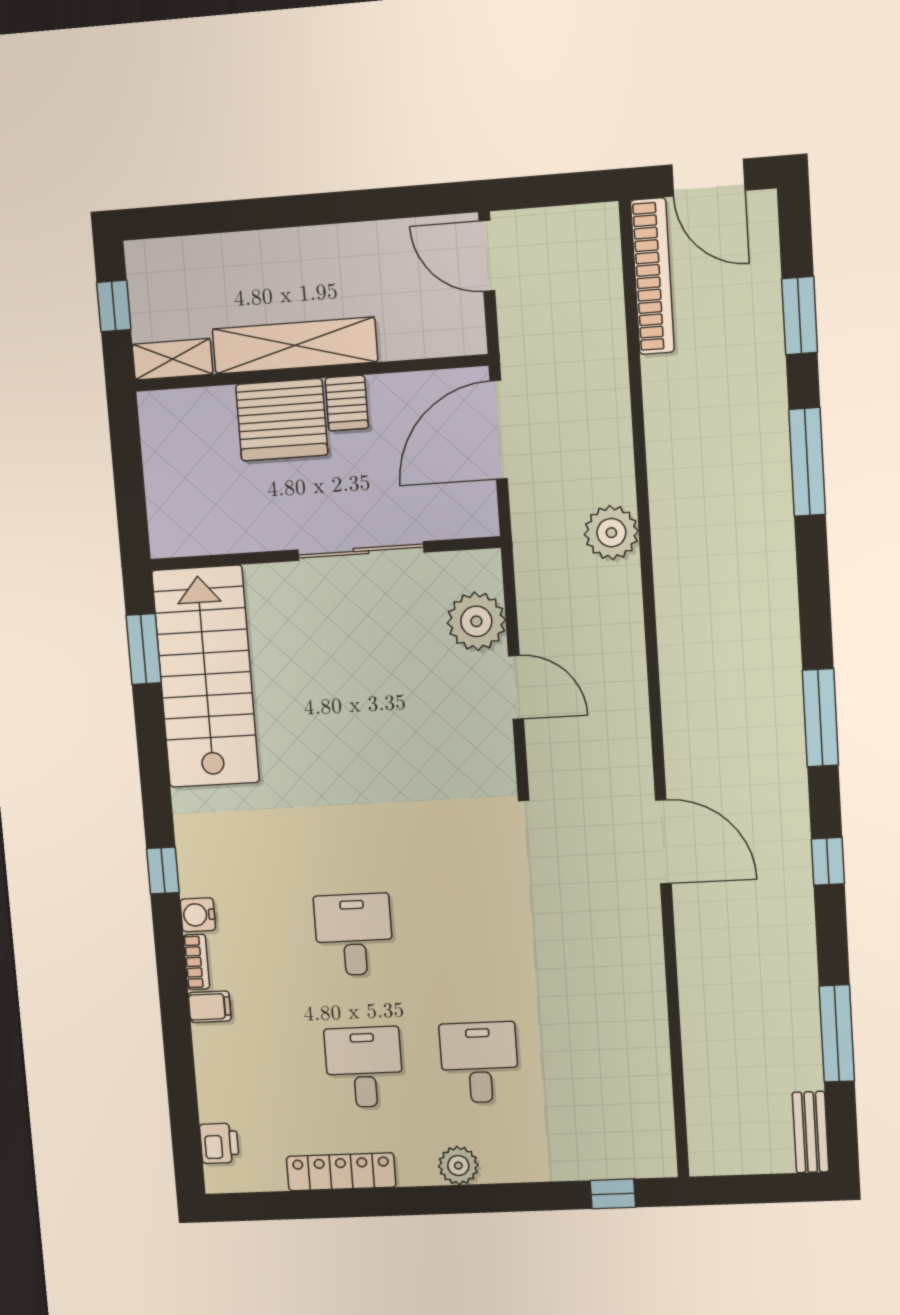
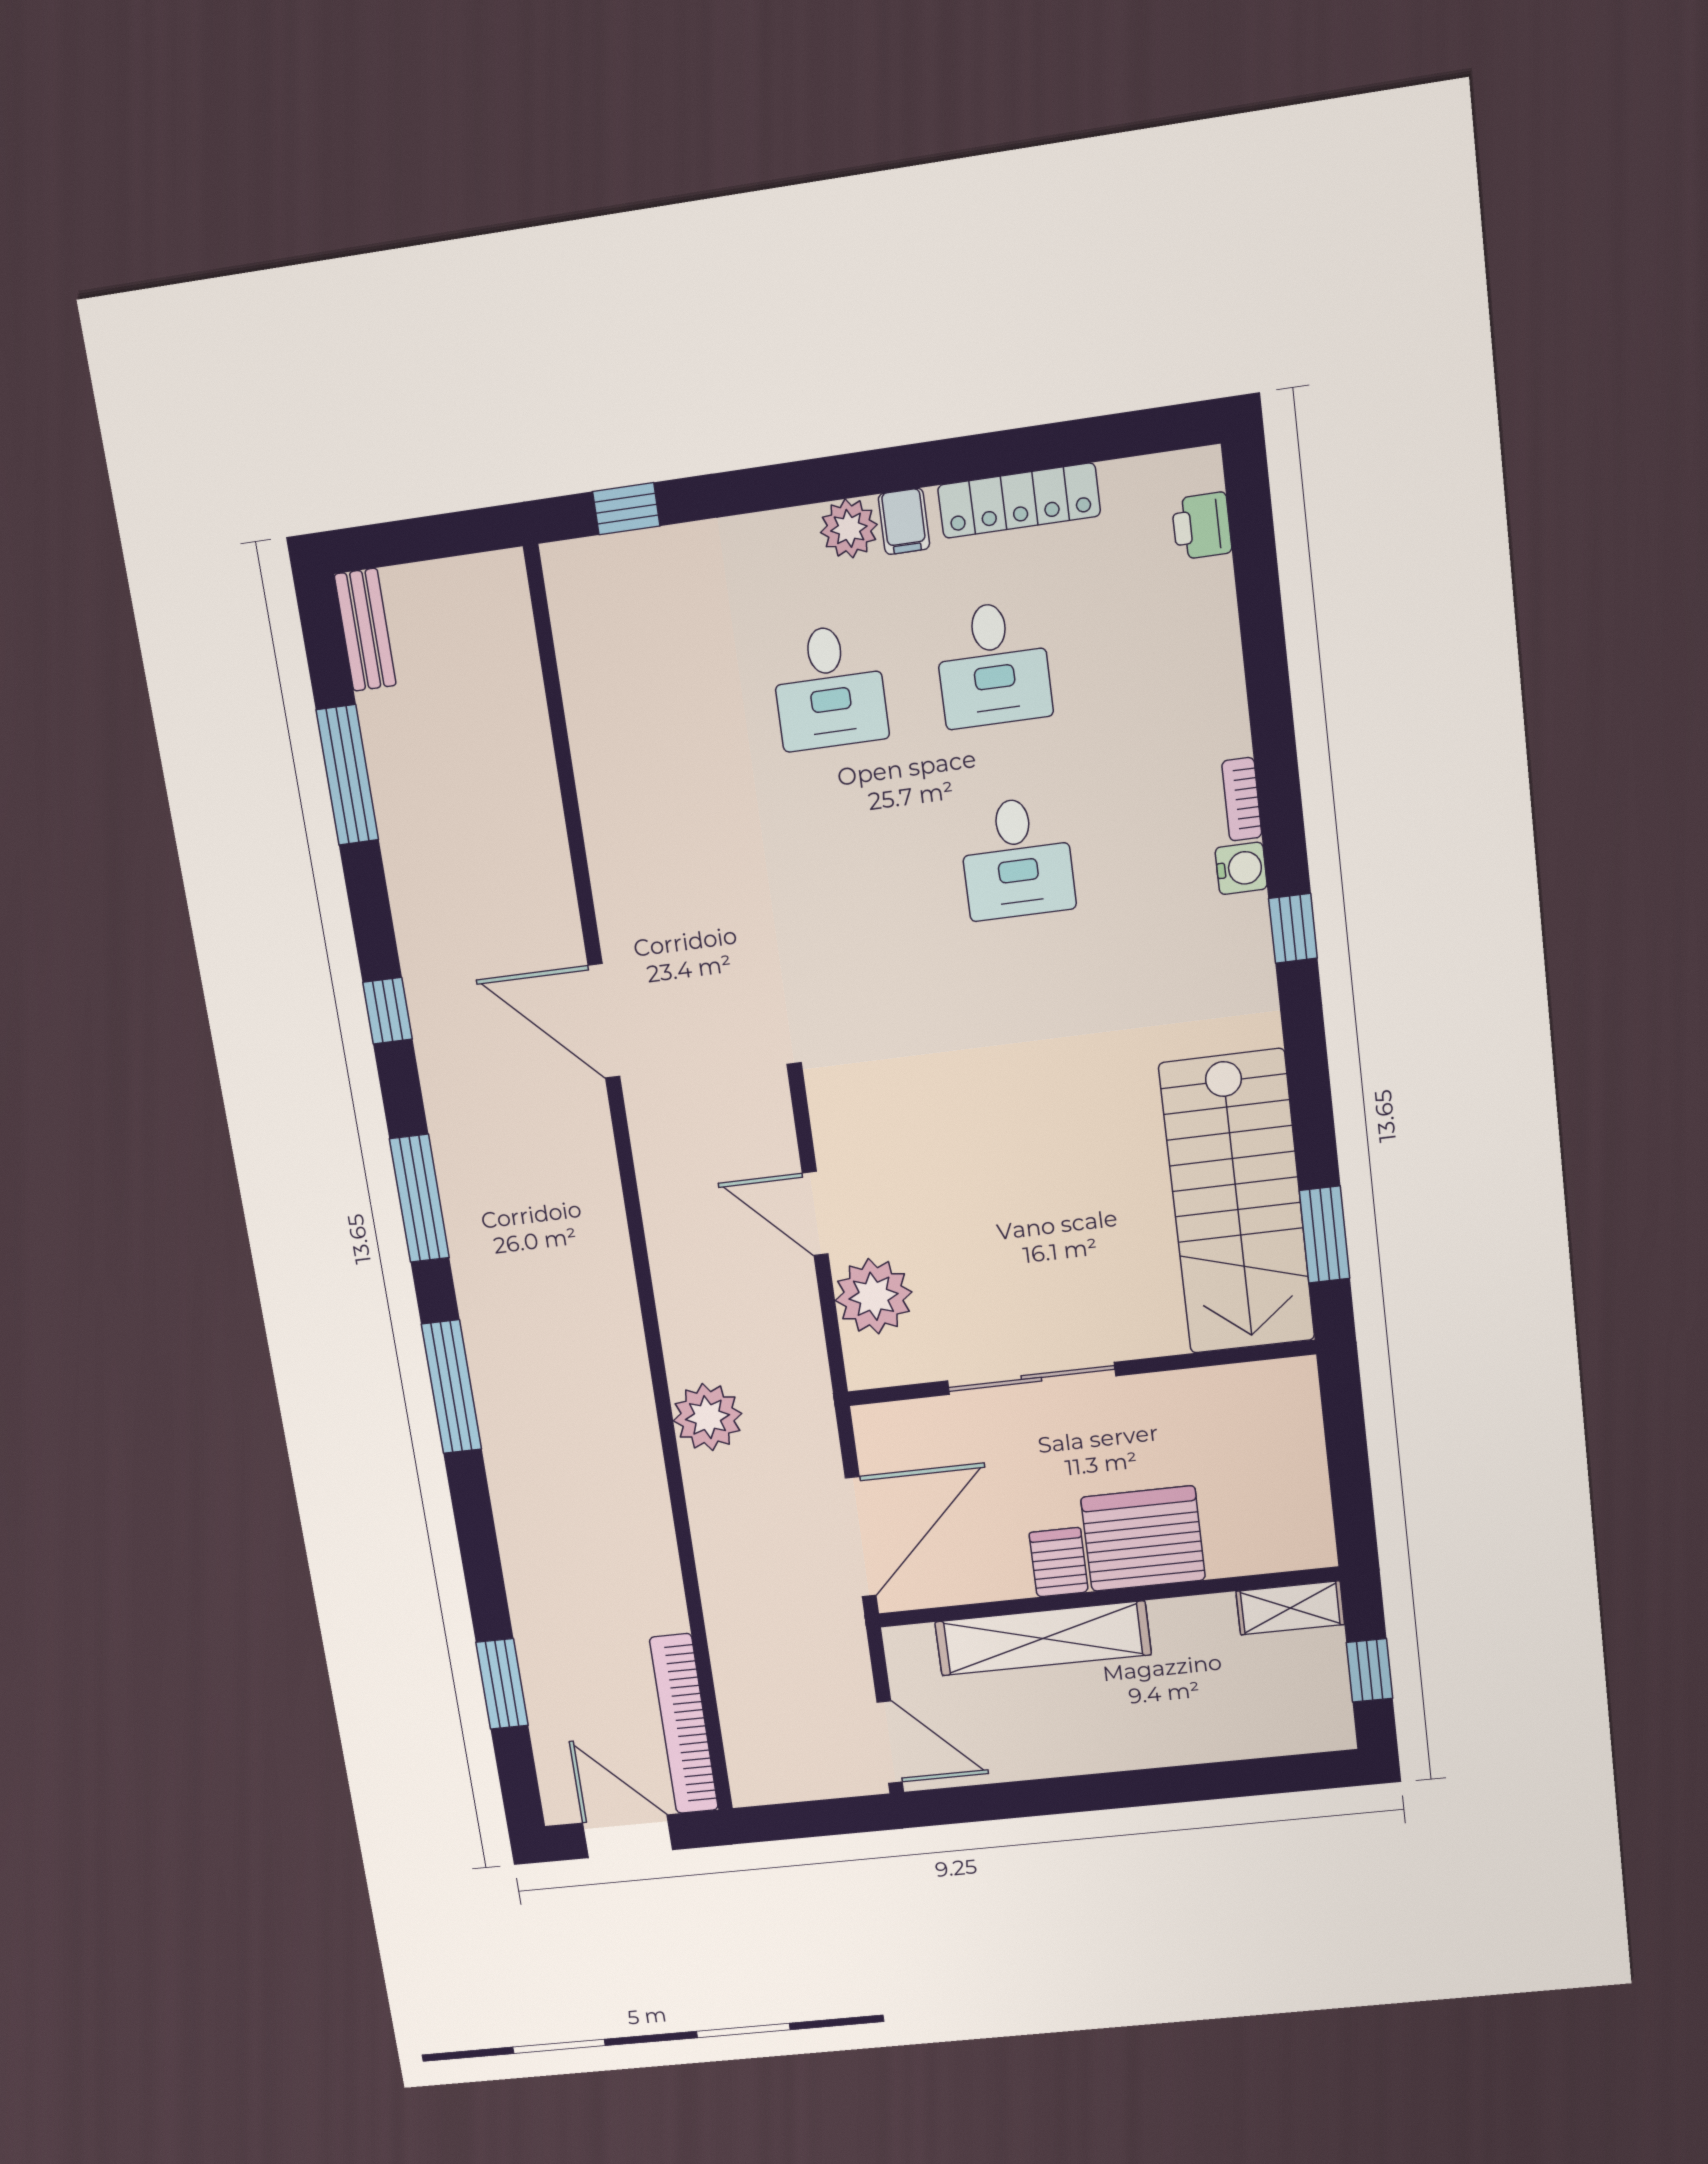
shelving: (295, 346) -> (1043, 1638), moved
window: (807, 462) -> (451, 1387), moved
filing cabinet: (210, 1007) -> (904, 521), moved, turned -90

